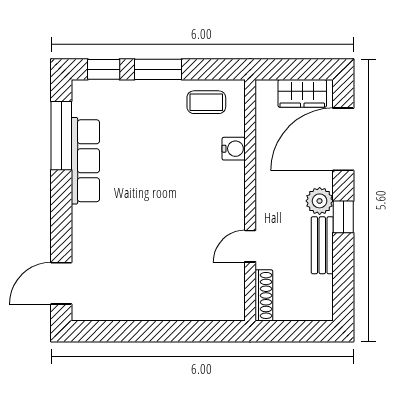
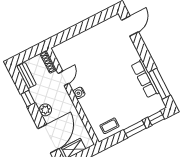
water cooler: (234, 149) -> (79, 93), moved
window: (343, 217) -> (28, 98), moved
bench: (322, 245) -> (26, 75), moved

